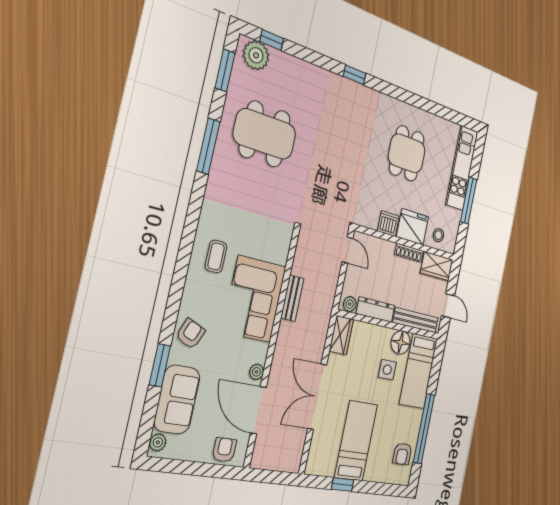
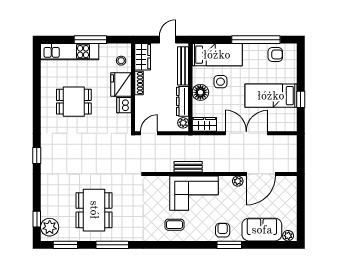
armchair: (190, 334) -> (223, 230), turned 67
floor lamp: (401, 342) -> (200, 92), moved
window: (160, 365) -> (229, 245), moved
double door: (317, 397) -> (246, 133), swing flipped
armchair: (224, 450) -> (288, 192), removed

